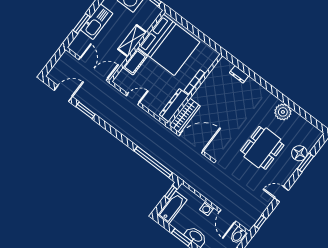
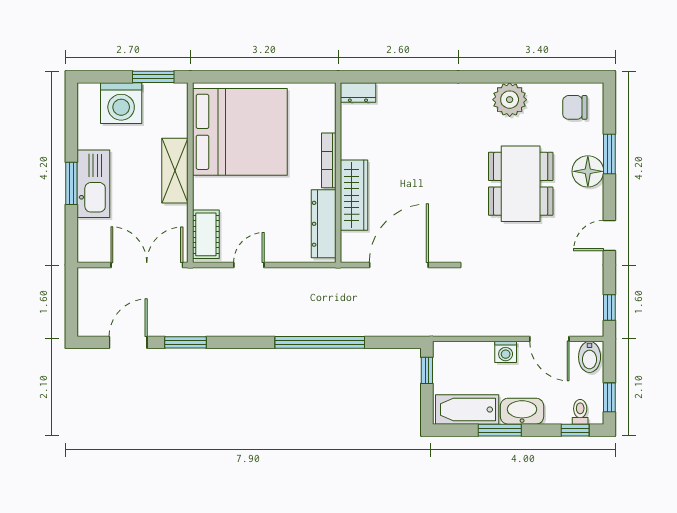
window: (82, 24) -> (71, 183), moved
cot: (135, 62) -> (206, 234), moved
dresser: (239, 74) -> (358, 93), moved
wardrobe: (185, 116) -> (354, 195), moved
chair: (306, 134) -> (575, 107), added
floor lamp: (299, 153) -> (588, 171), moved
window: (153, 162) -> (320, 342), moved
bathtub: (172, 207) -> (467, 409), moved, turned -90

